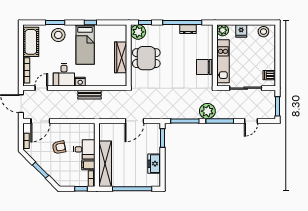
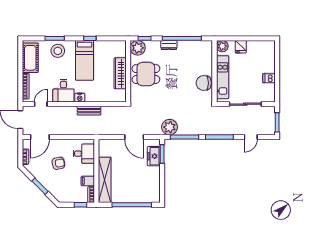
dresser: (188, 29) -> (169, 45), moved
stool: (263, 32) -> (263, 48), removed
dishwasher: (269, 75) -> (269, 78), moved
plant: (207, 111) -> (170, 127), moved
door: (134, 121) -> (134, 137), hinge flipped
desk: (84, 149) -> (84, 154), moved
freezer: (154, 164) -> (154, 156), moved

